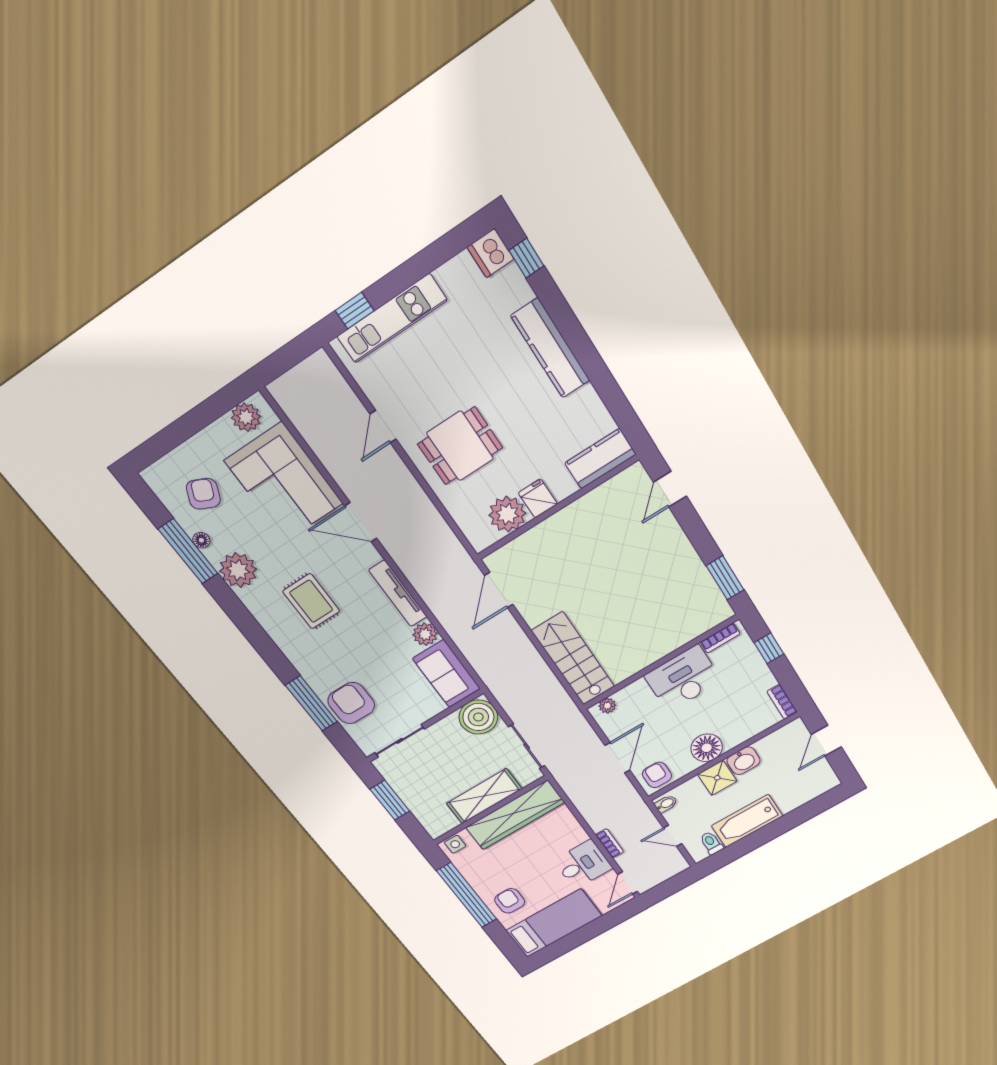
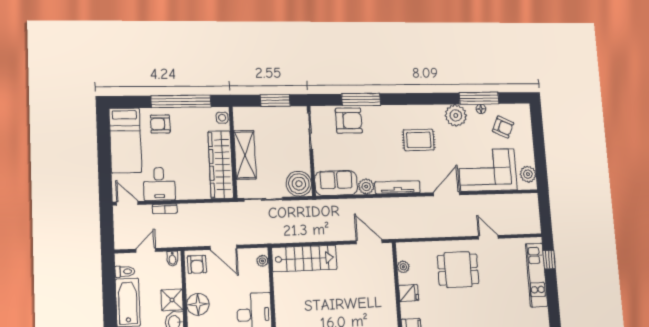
dining table: (460, 446) -> (458, 270), turned 90
plant: (507, 514) -> (403, 267), width x0.53, depth x0.53
armchair: (657, 775) -> (197, 264), turned 90
armchair: (510, 901) -> (160, 124), turned 180

